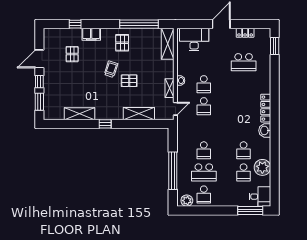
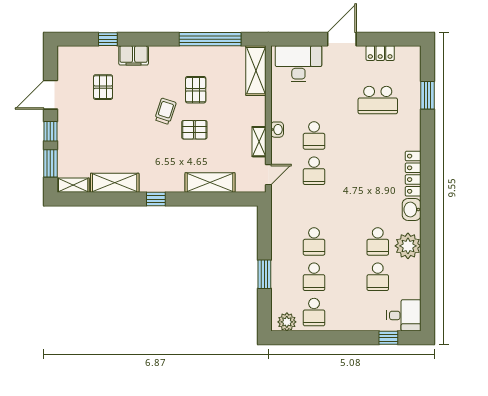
pallet: (122, 43) -> (196, 90), moved
window: (275, 46) -> (427, 95), moved
shelving: (53, 115) -> (73, 185), added
plant: (262, 167) -> (408, 246), moved
window: (173, 171) -> (264, 274), width x0.47
school desk: (204, 172) -> (314, 277), width x0.54
window: (250, 210) -> (388, 338), width x0.46

